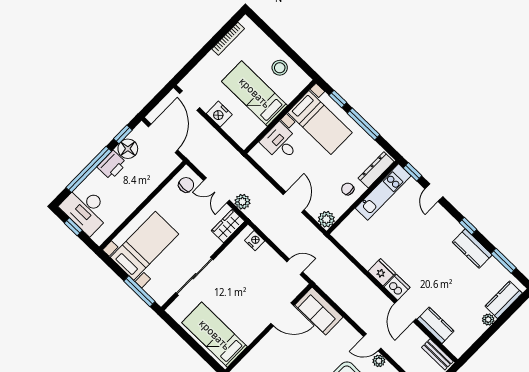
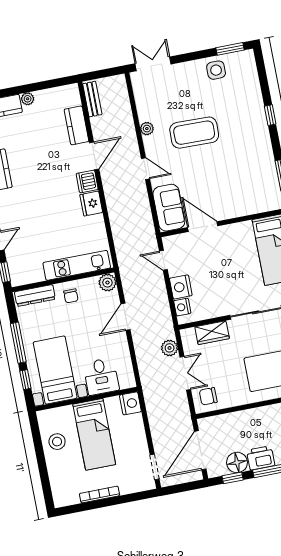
bookcase: (228, 39) -> (100, 495), moved
nightstand: (219, 114) -> (130, 403), moved
kitchen unit: (383, 192) -> (77, 265), moved
wardrobe: (228, 226) -> (212, 333), moved
nightstand: (267, 255) -> (181, 287), added
door: (372, 342) -> (145, 169), moved

